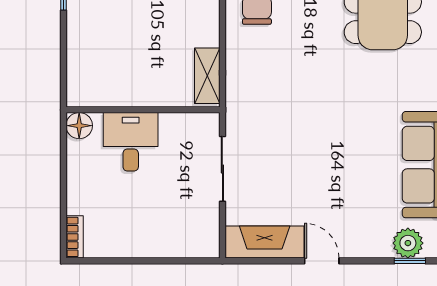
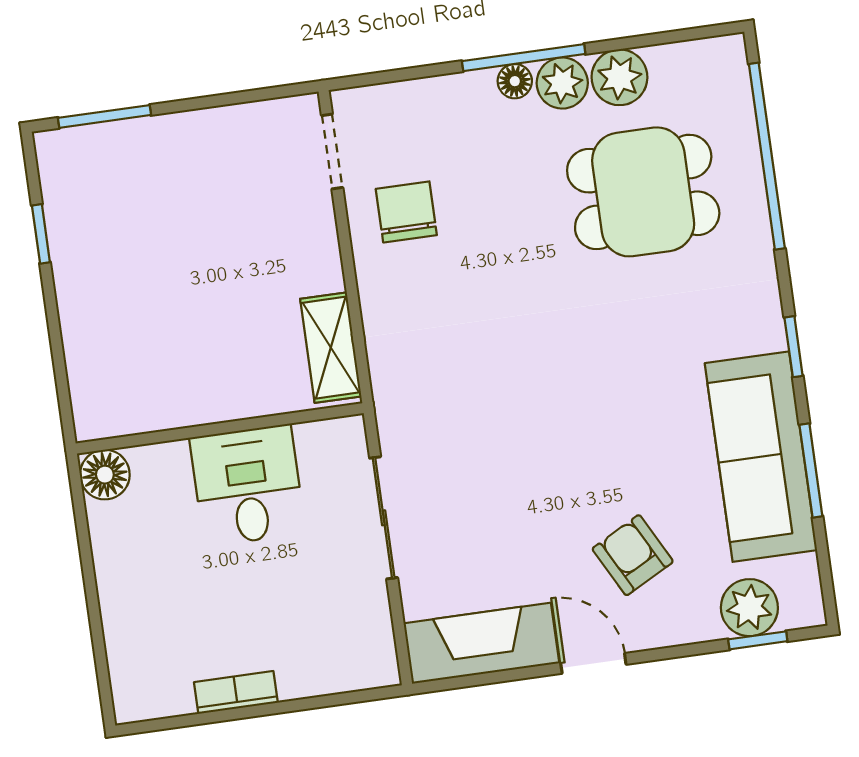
desk: (131, 142) -> (248, 485), moved
armchair: (350, 207) -> (633, 555), added
bookcase: (75, 237) -> (236, 692), moved, turned -90

